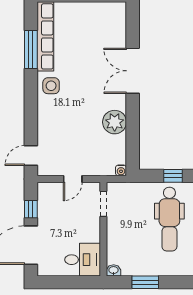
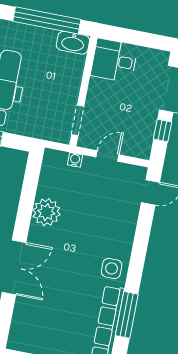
water cooler: (121, 170) -> (75, 160), moved
washbasin: (114, 270) -> (73, 43), width x1.91, depth x1.45
window: (145, 282) -> (47, 20), width x2.11

